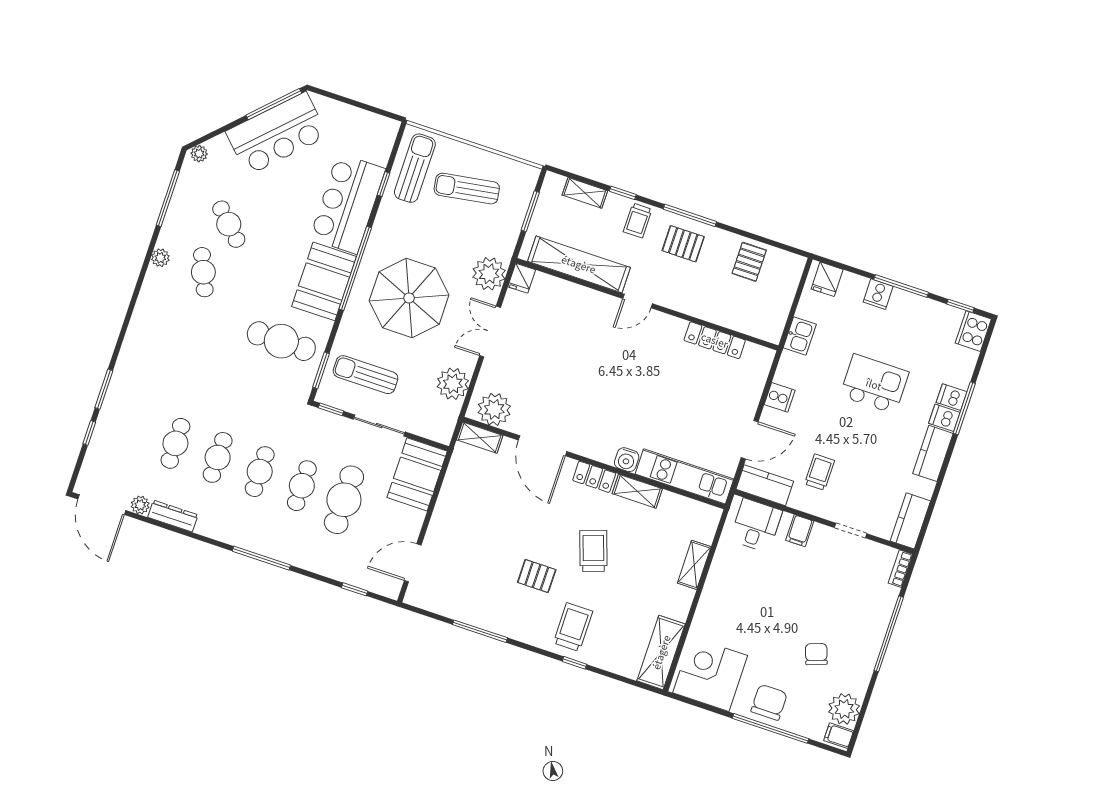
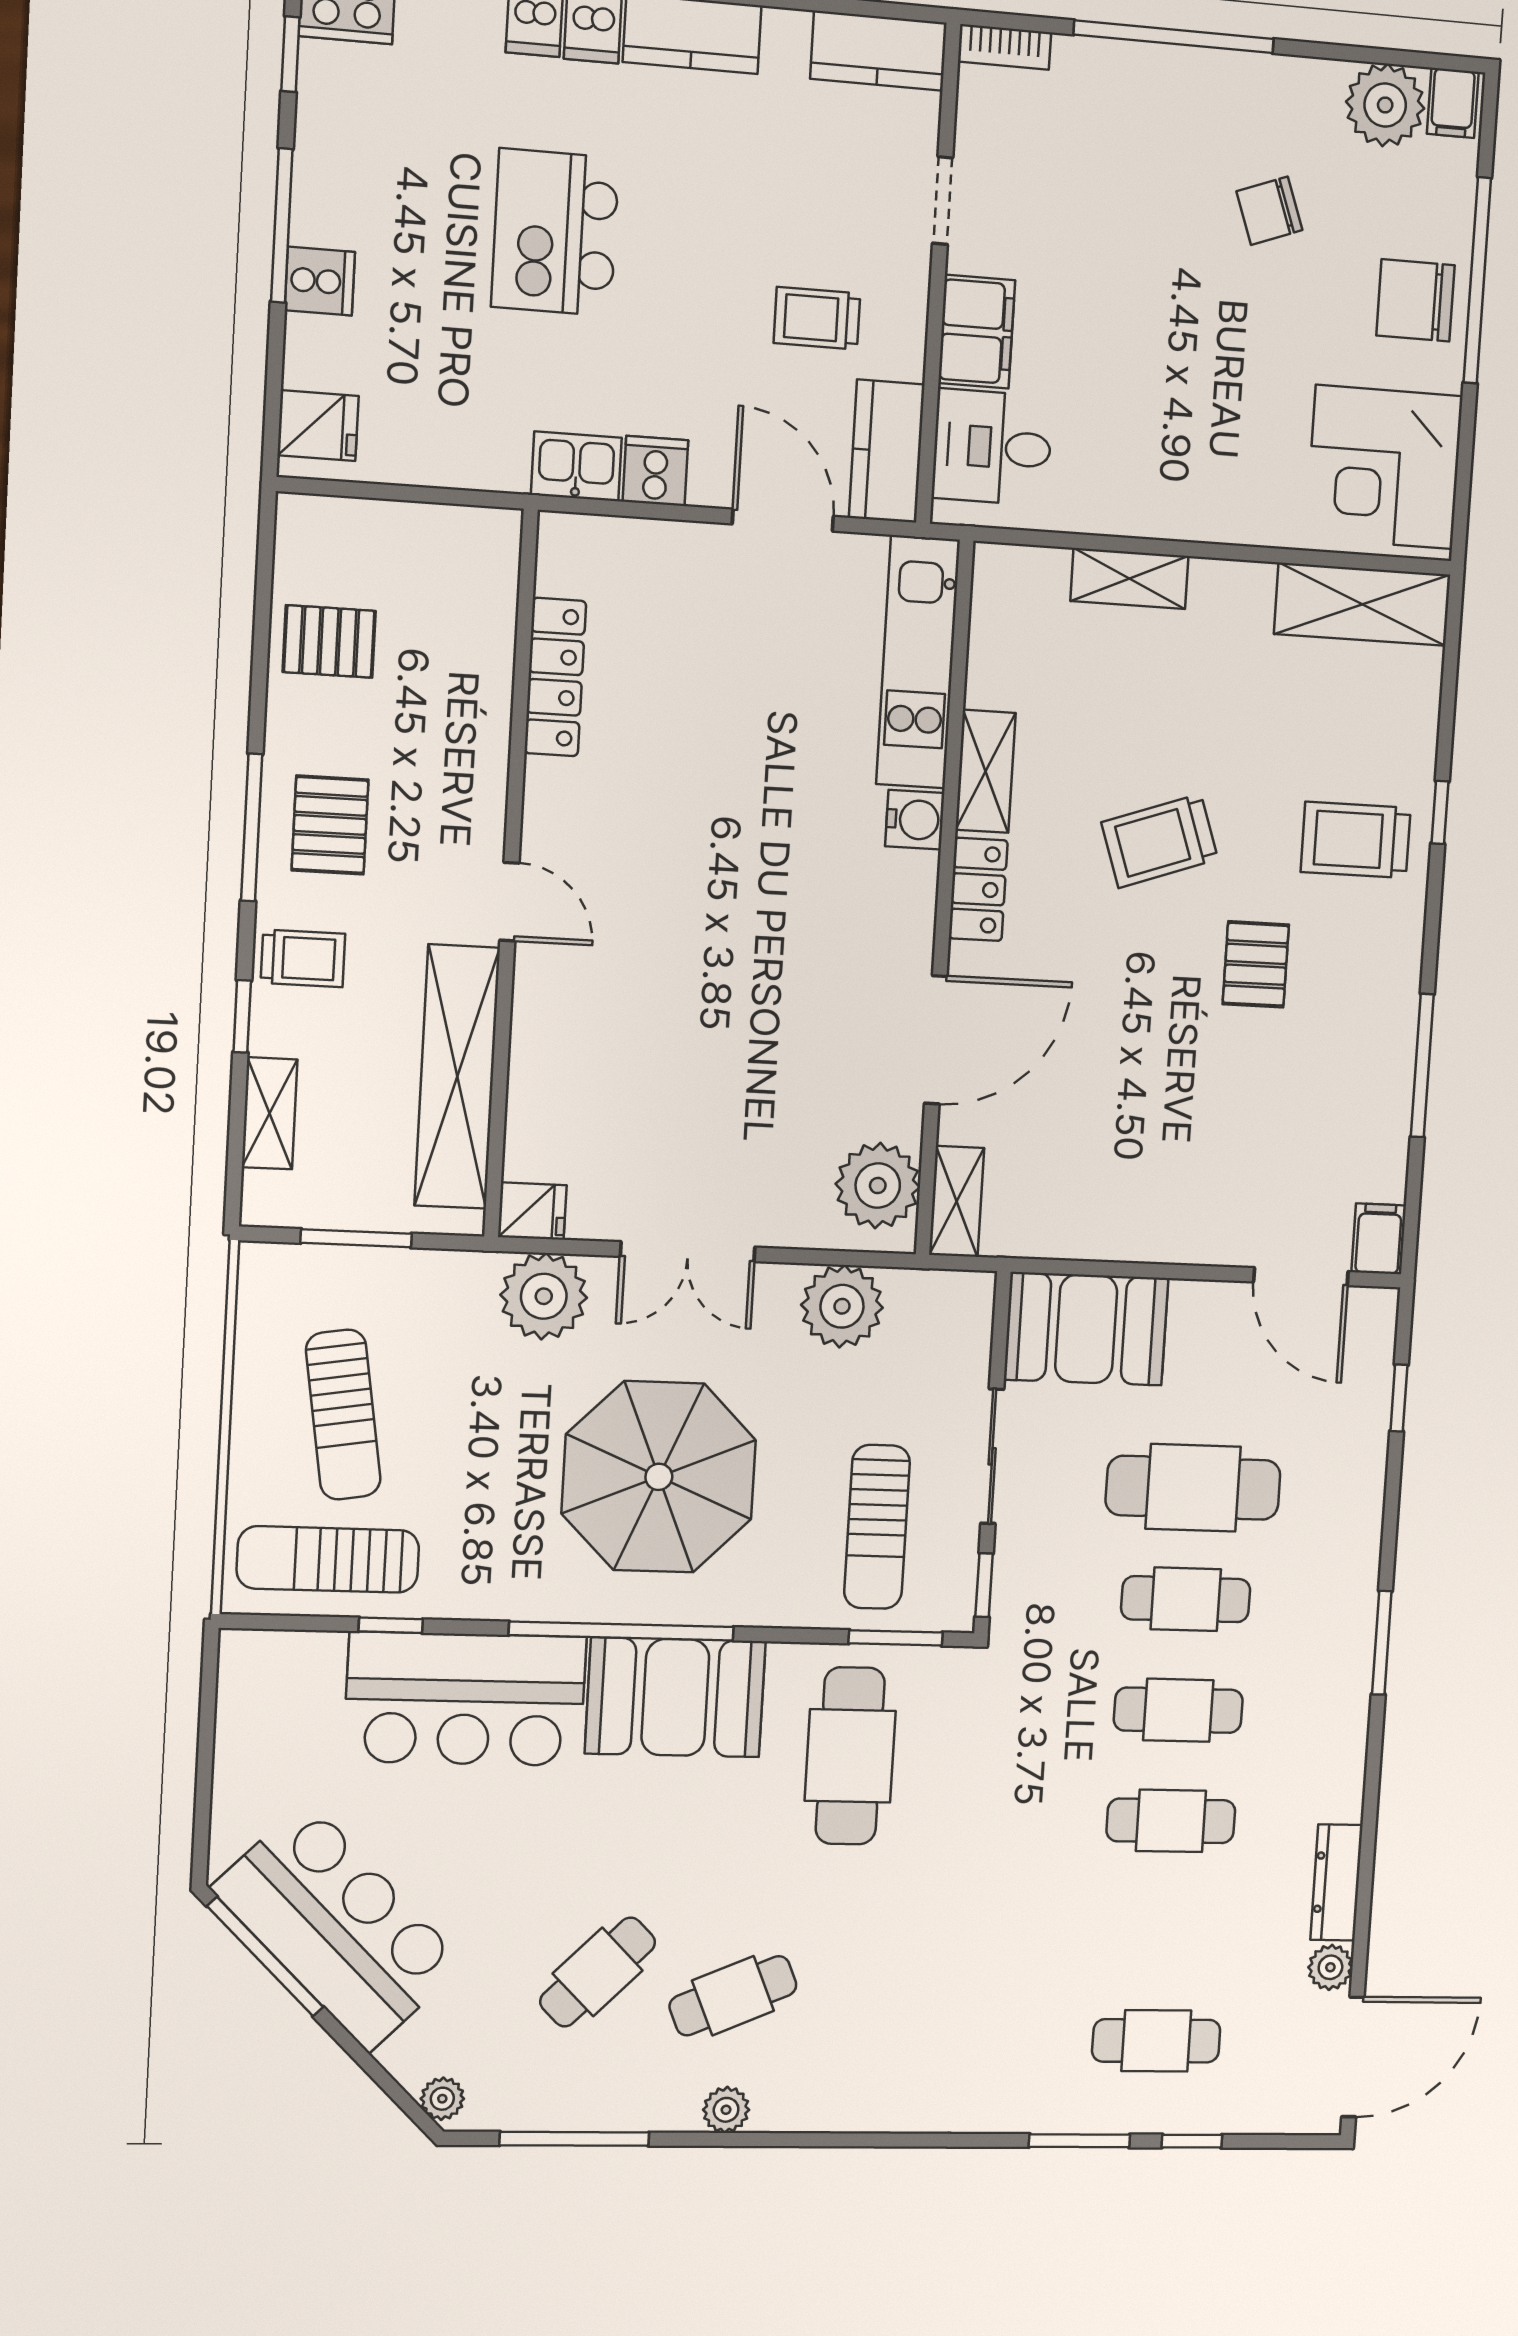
kitchen sink: (800, 336) -> (576, 466), moved
cafe table: (175, 443) -> (1156, 2041), moved
filing cabinet: (800, 531) -> (977, 332), width x2.00
window: (261, 558) -> (1382, 1643), width x0.69
filing cabinet: (418, 597) -> (1379, 1239), added

